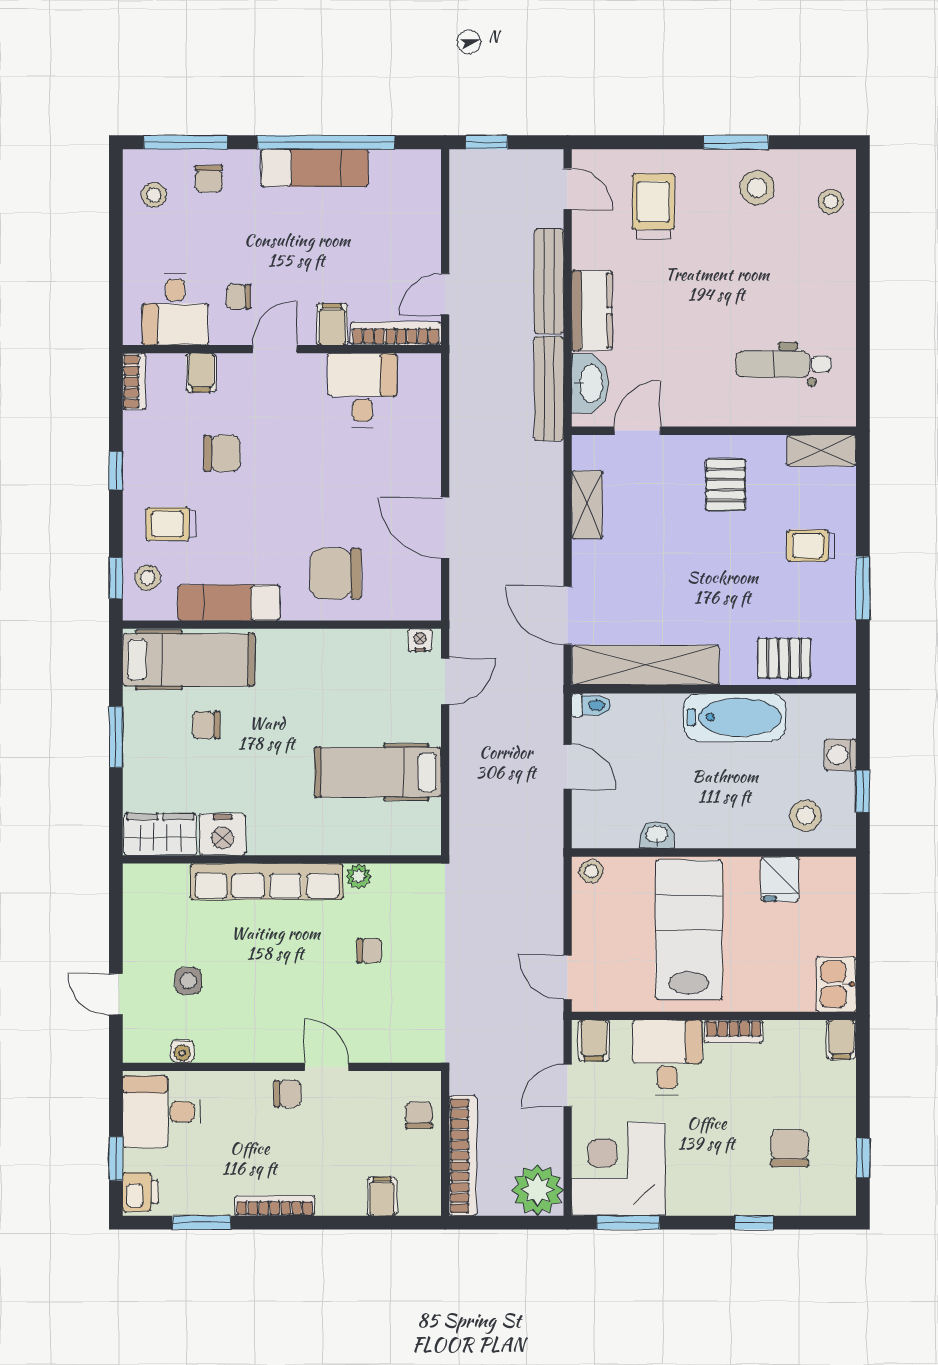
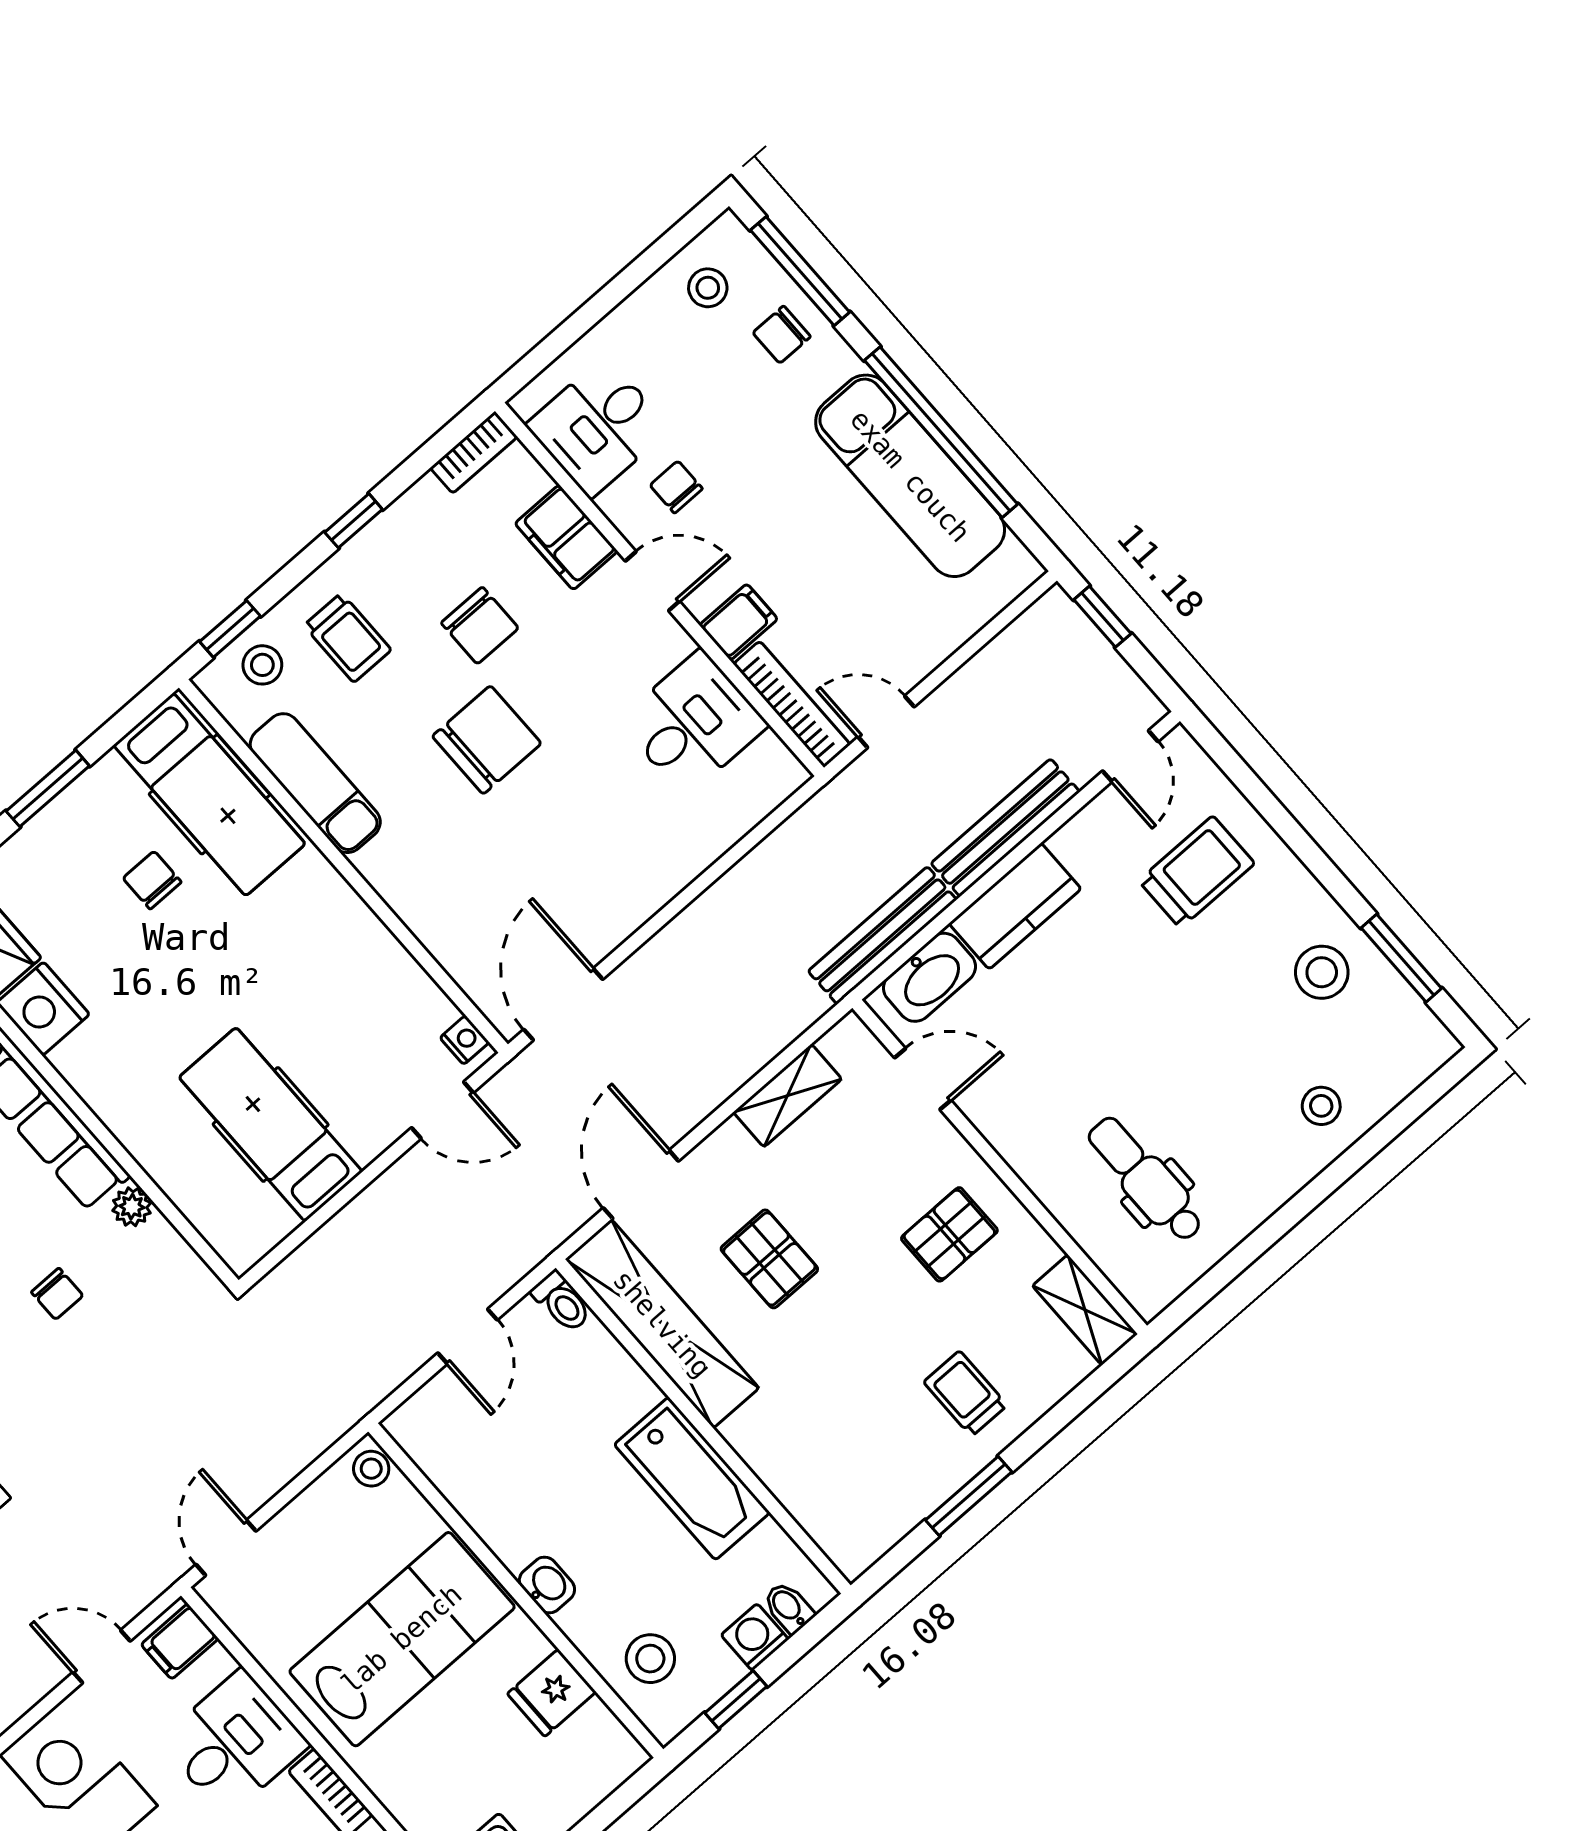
window: (736, 142) -> (1401, 958), moved
exam couch: (315, 168) -> (910, 476), width x1.36, depth x1.45
stool: (831, 201) -> (1321, 1106), moved
filing cabinet: (201, 373) -> (566, 537), width x2.00
trolley: (171, 524) -> (348, 638), turned 180
door: (445, 528) -> (563, 1004), moved
chair: (336, 574) -> (487, 740), moved, turned 90
pallet: (784, 658) -> (769, 1259), moved
bidet: (840, 725) -> (789, 1608), added
washbasin: (657, 835) -> (547, 1585), moved

